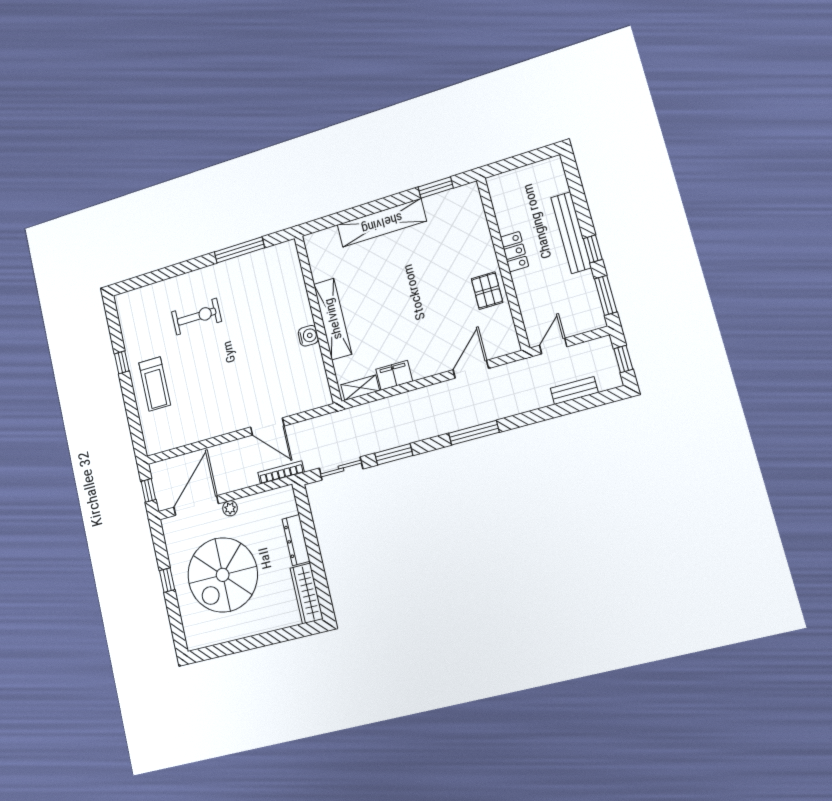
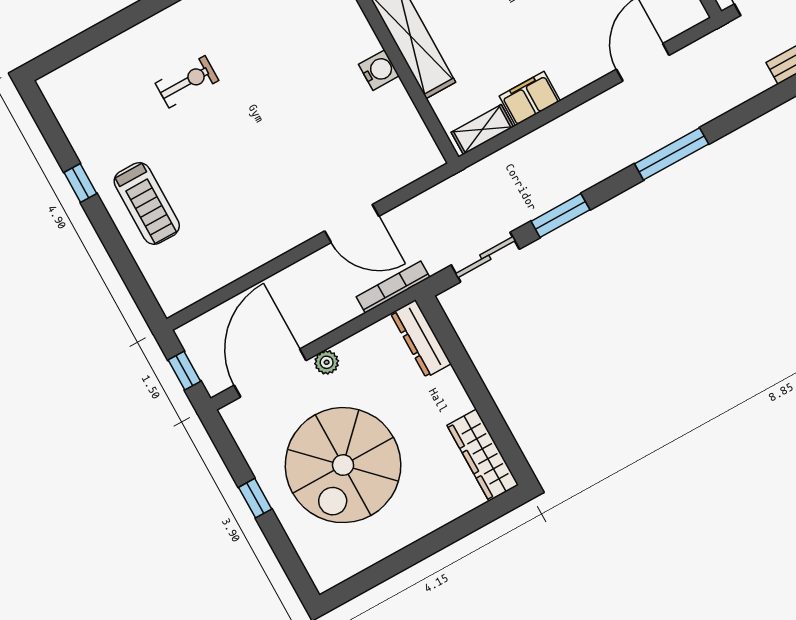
exercise bike: (197, 317) -> (187, 82), width x0.73, depth x0.72
dresser: (296, 540) -> (421, 339), moved

